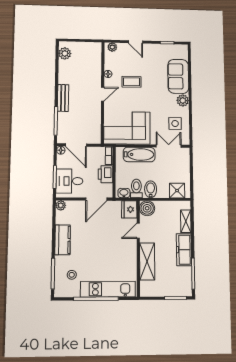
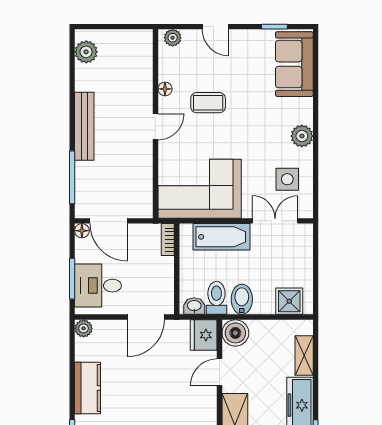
sofa: (178, 76) -> (294, 64), moved
bench: (63, 98) -> (84, 126), width x1.36
printer: (106, 174) -> (161, 273), removed

